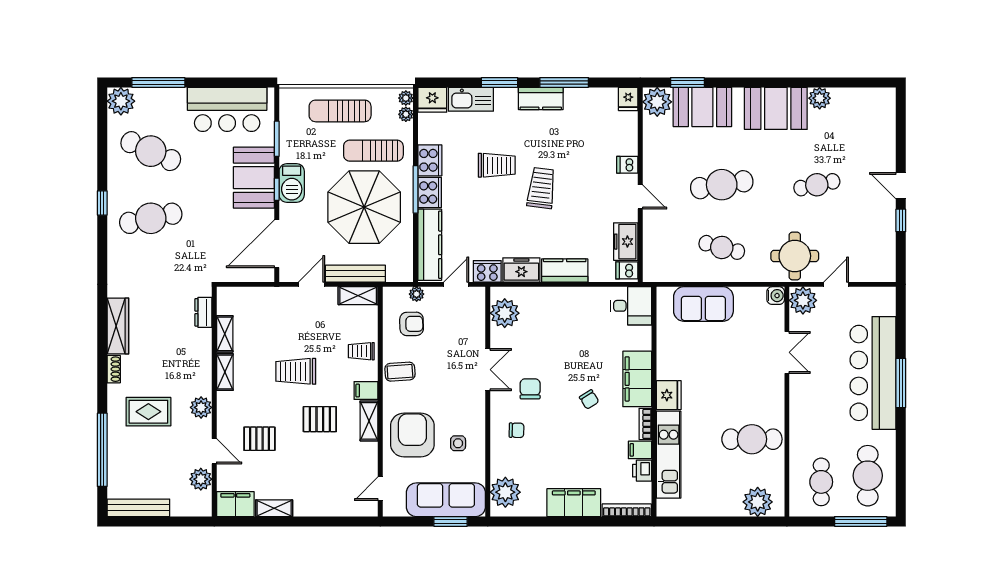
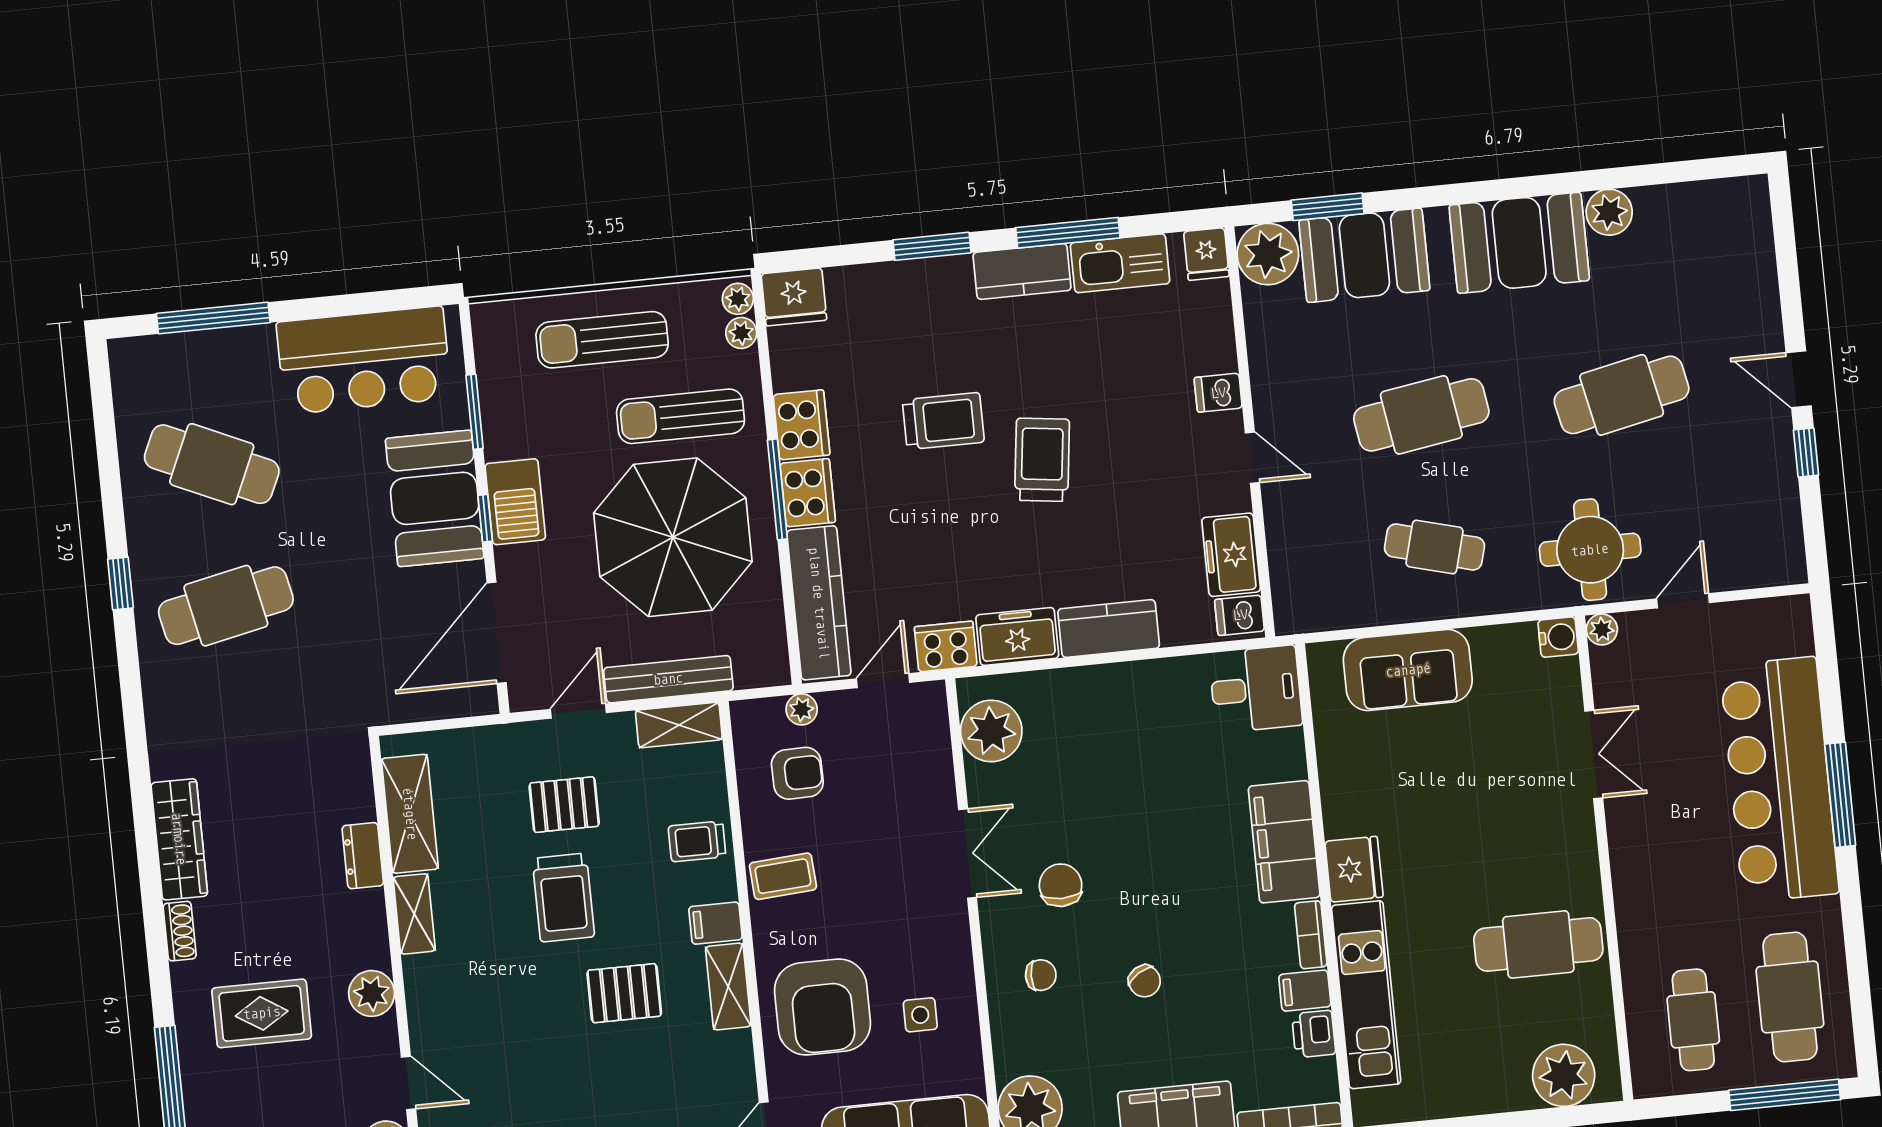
kitchen sink: (471, 99) -> (1120, 263), moved
plant: (121, 101) -> (138, 365), removed
cafe table: (817, 185) -> (1622, 395), width x1.37, depth x1.35
plant: (803, 300) -> (1602, 629), width x0.53, depth x0.53
dresser: (203, 312) -> (363, 856), moved
shelving: (225, 334) -> (410, 814), width x1.50, depth x1.33
trolley: (296, 371) -> (563, 898), turned -90
chair: (589, 399) -> (1145, 981), moved
armchair: (412, 435) -> (822, 1007), turned 180
pallet: (259, 439) -> (564, 805), moved

